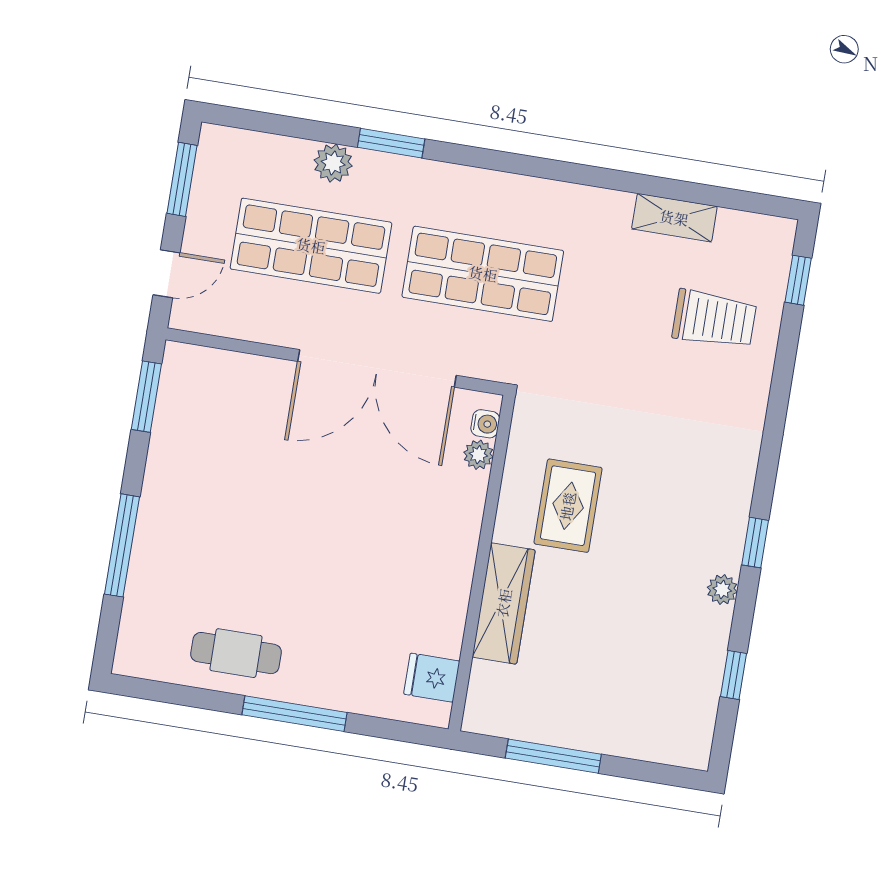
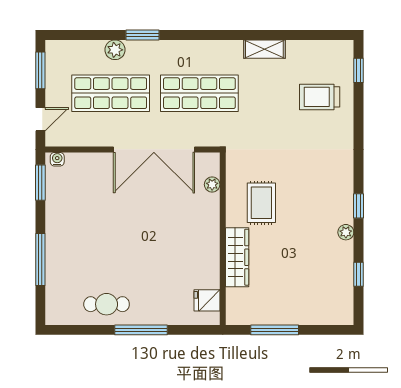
shelving: (674, 218) -> (264, 49), moved
trolley: (714, 319) -> (320, 97), turned 180
water cooler: (485, 424) -> (57, 159), moved, turned -90

